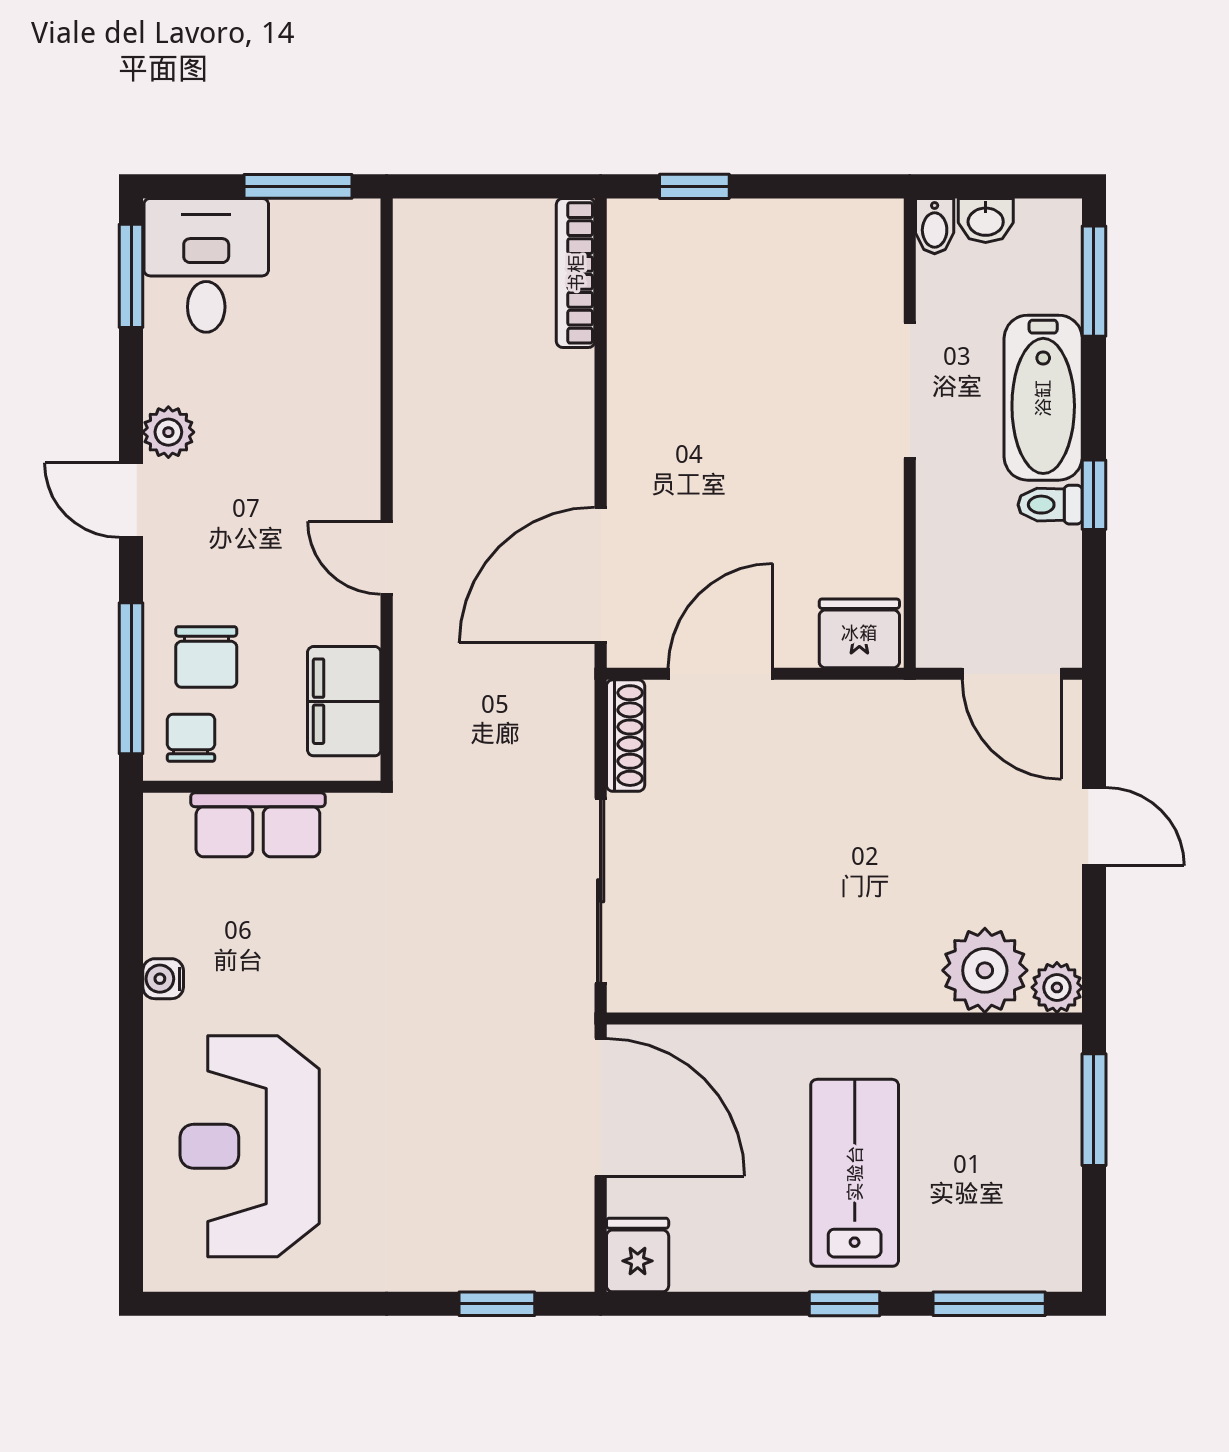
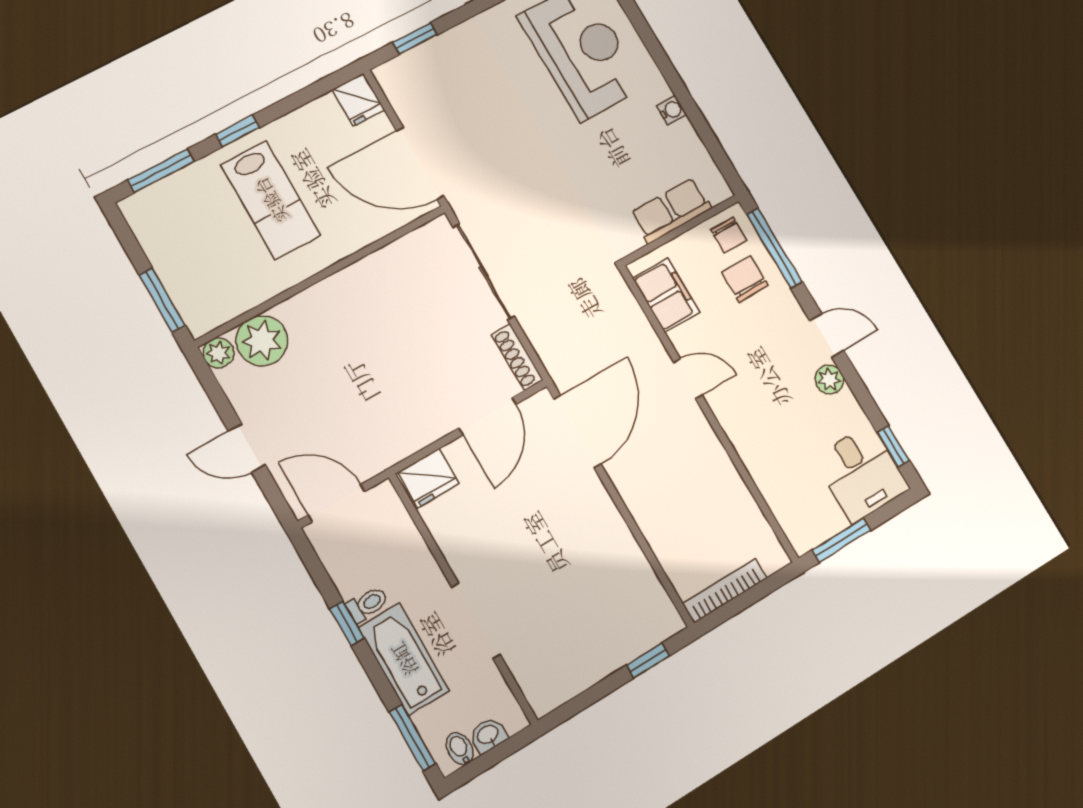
bidet: (935, 226) -> (460, 749), moved
bookcase: (576, 273) -> (725, 591), moved, turned -90
window: (131, 276) -> (893, 446), width x0.67

